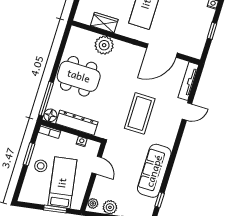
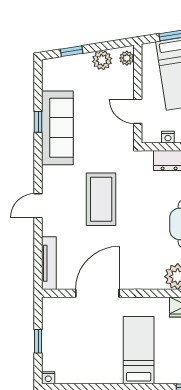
door: (187, 112) -> (38, 206), moved
window: (160, 200) -> (38, 122), moved

